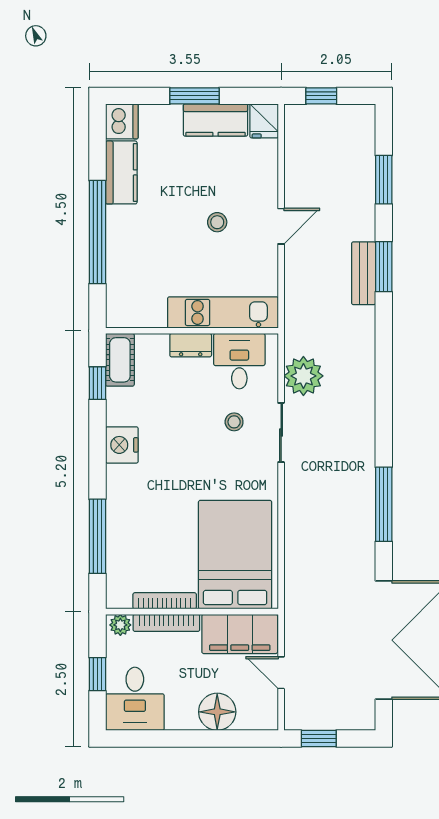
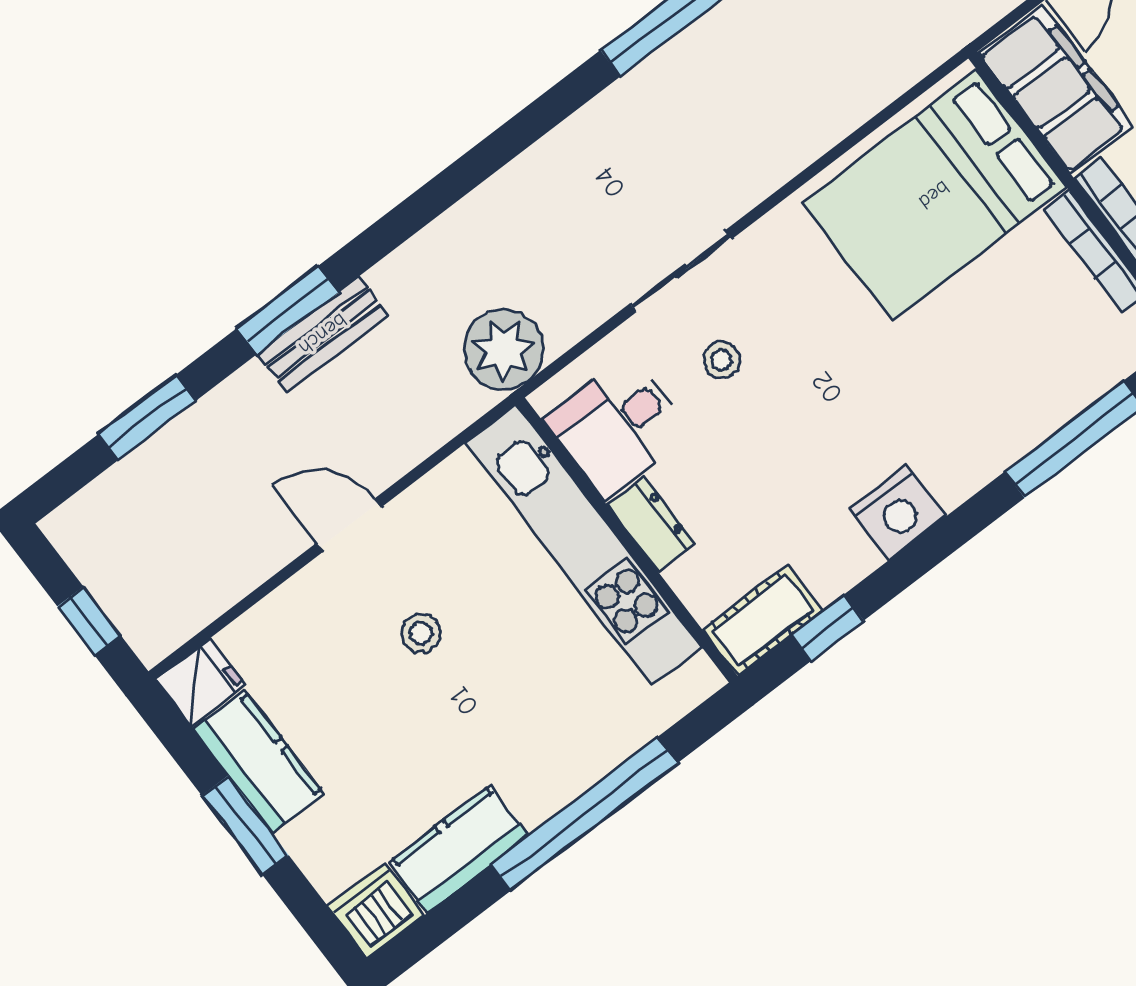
kitchen unit: (223, 312) -> (584, 545), width x1.36
plant: (303, 376) -> (504, 350), moved

